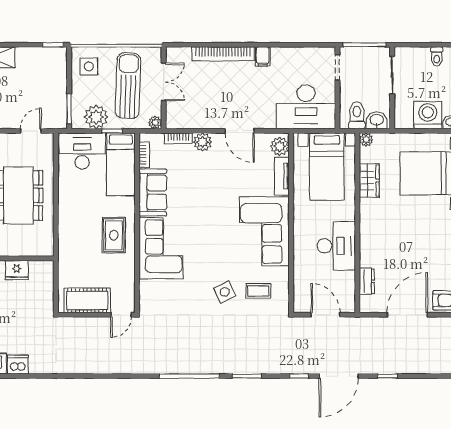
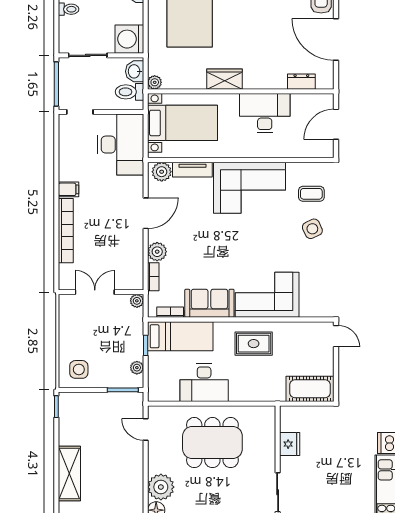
sun lounger: (128, 86) -> (99, 329), removed
washing machine: (428, 115) -> (129, 39), moved
plant: (96, 117) -> (137, 368), width x0.53, depth x0.53
desk: (82, 151) -> (204, 383), moved, turned -90
wardrobe: (369, 181) -> (225, 79), moved
coffee table: (258, 291) -> (311, 194), turned 90
cot: (87, 300) -> (310, 389), moved, turned 90

